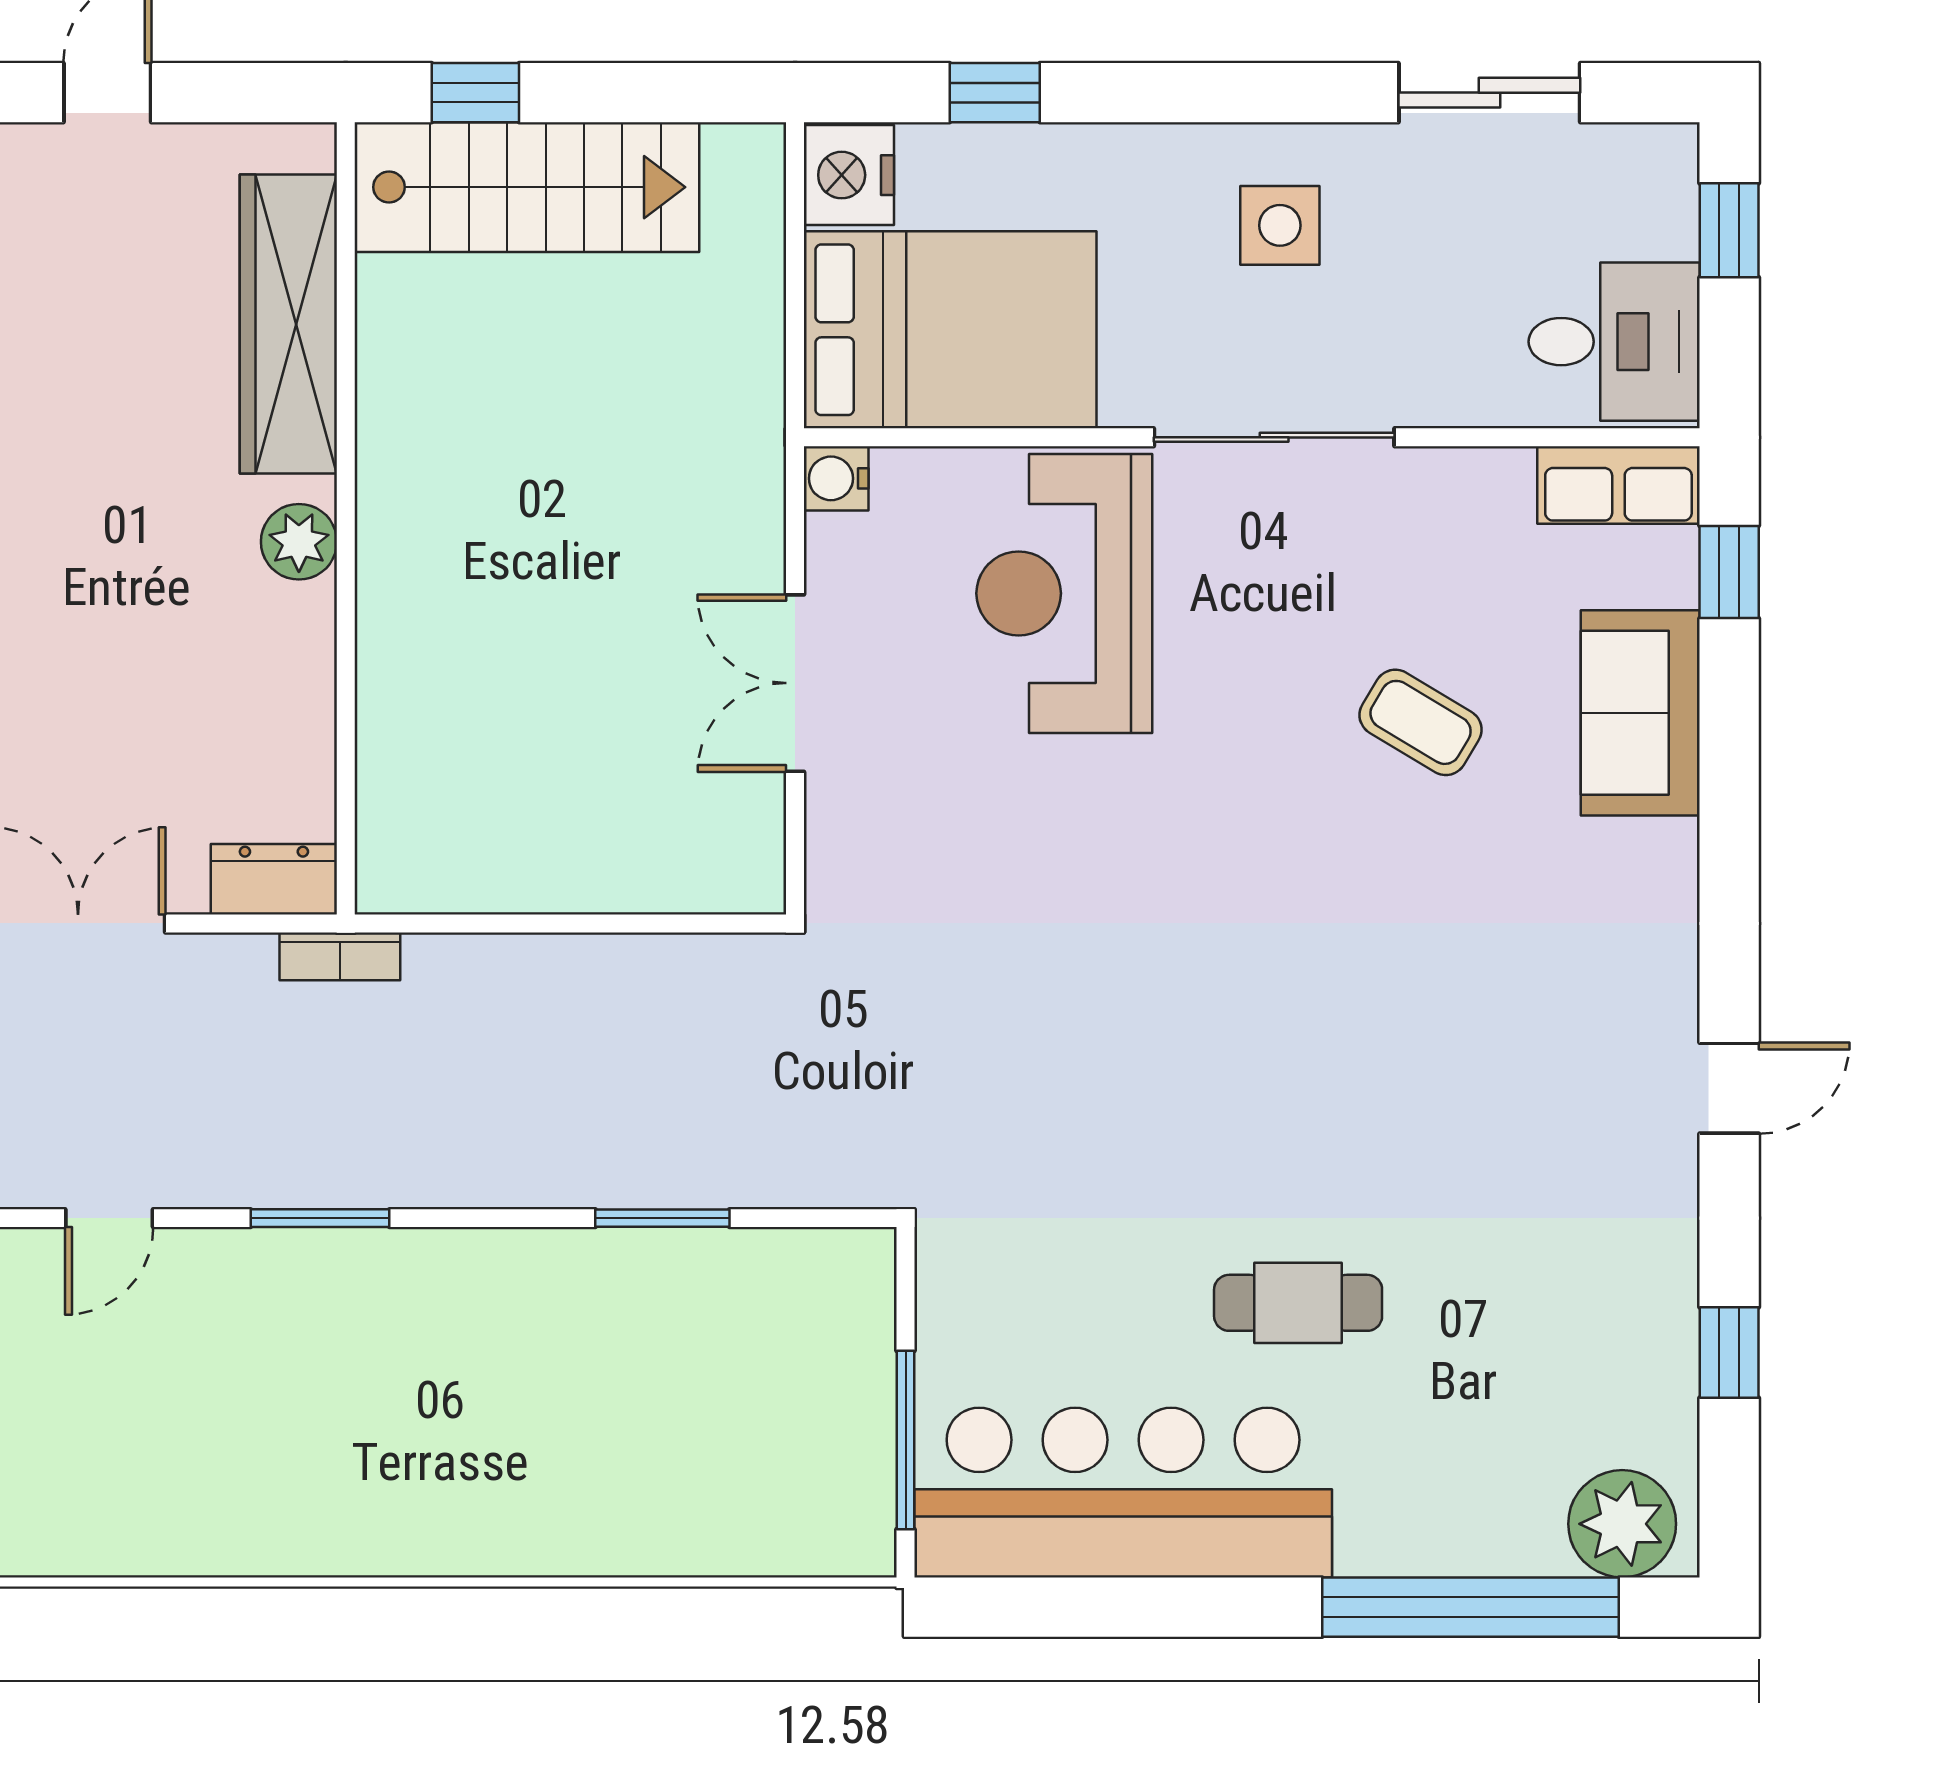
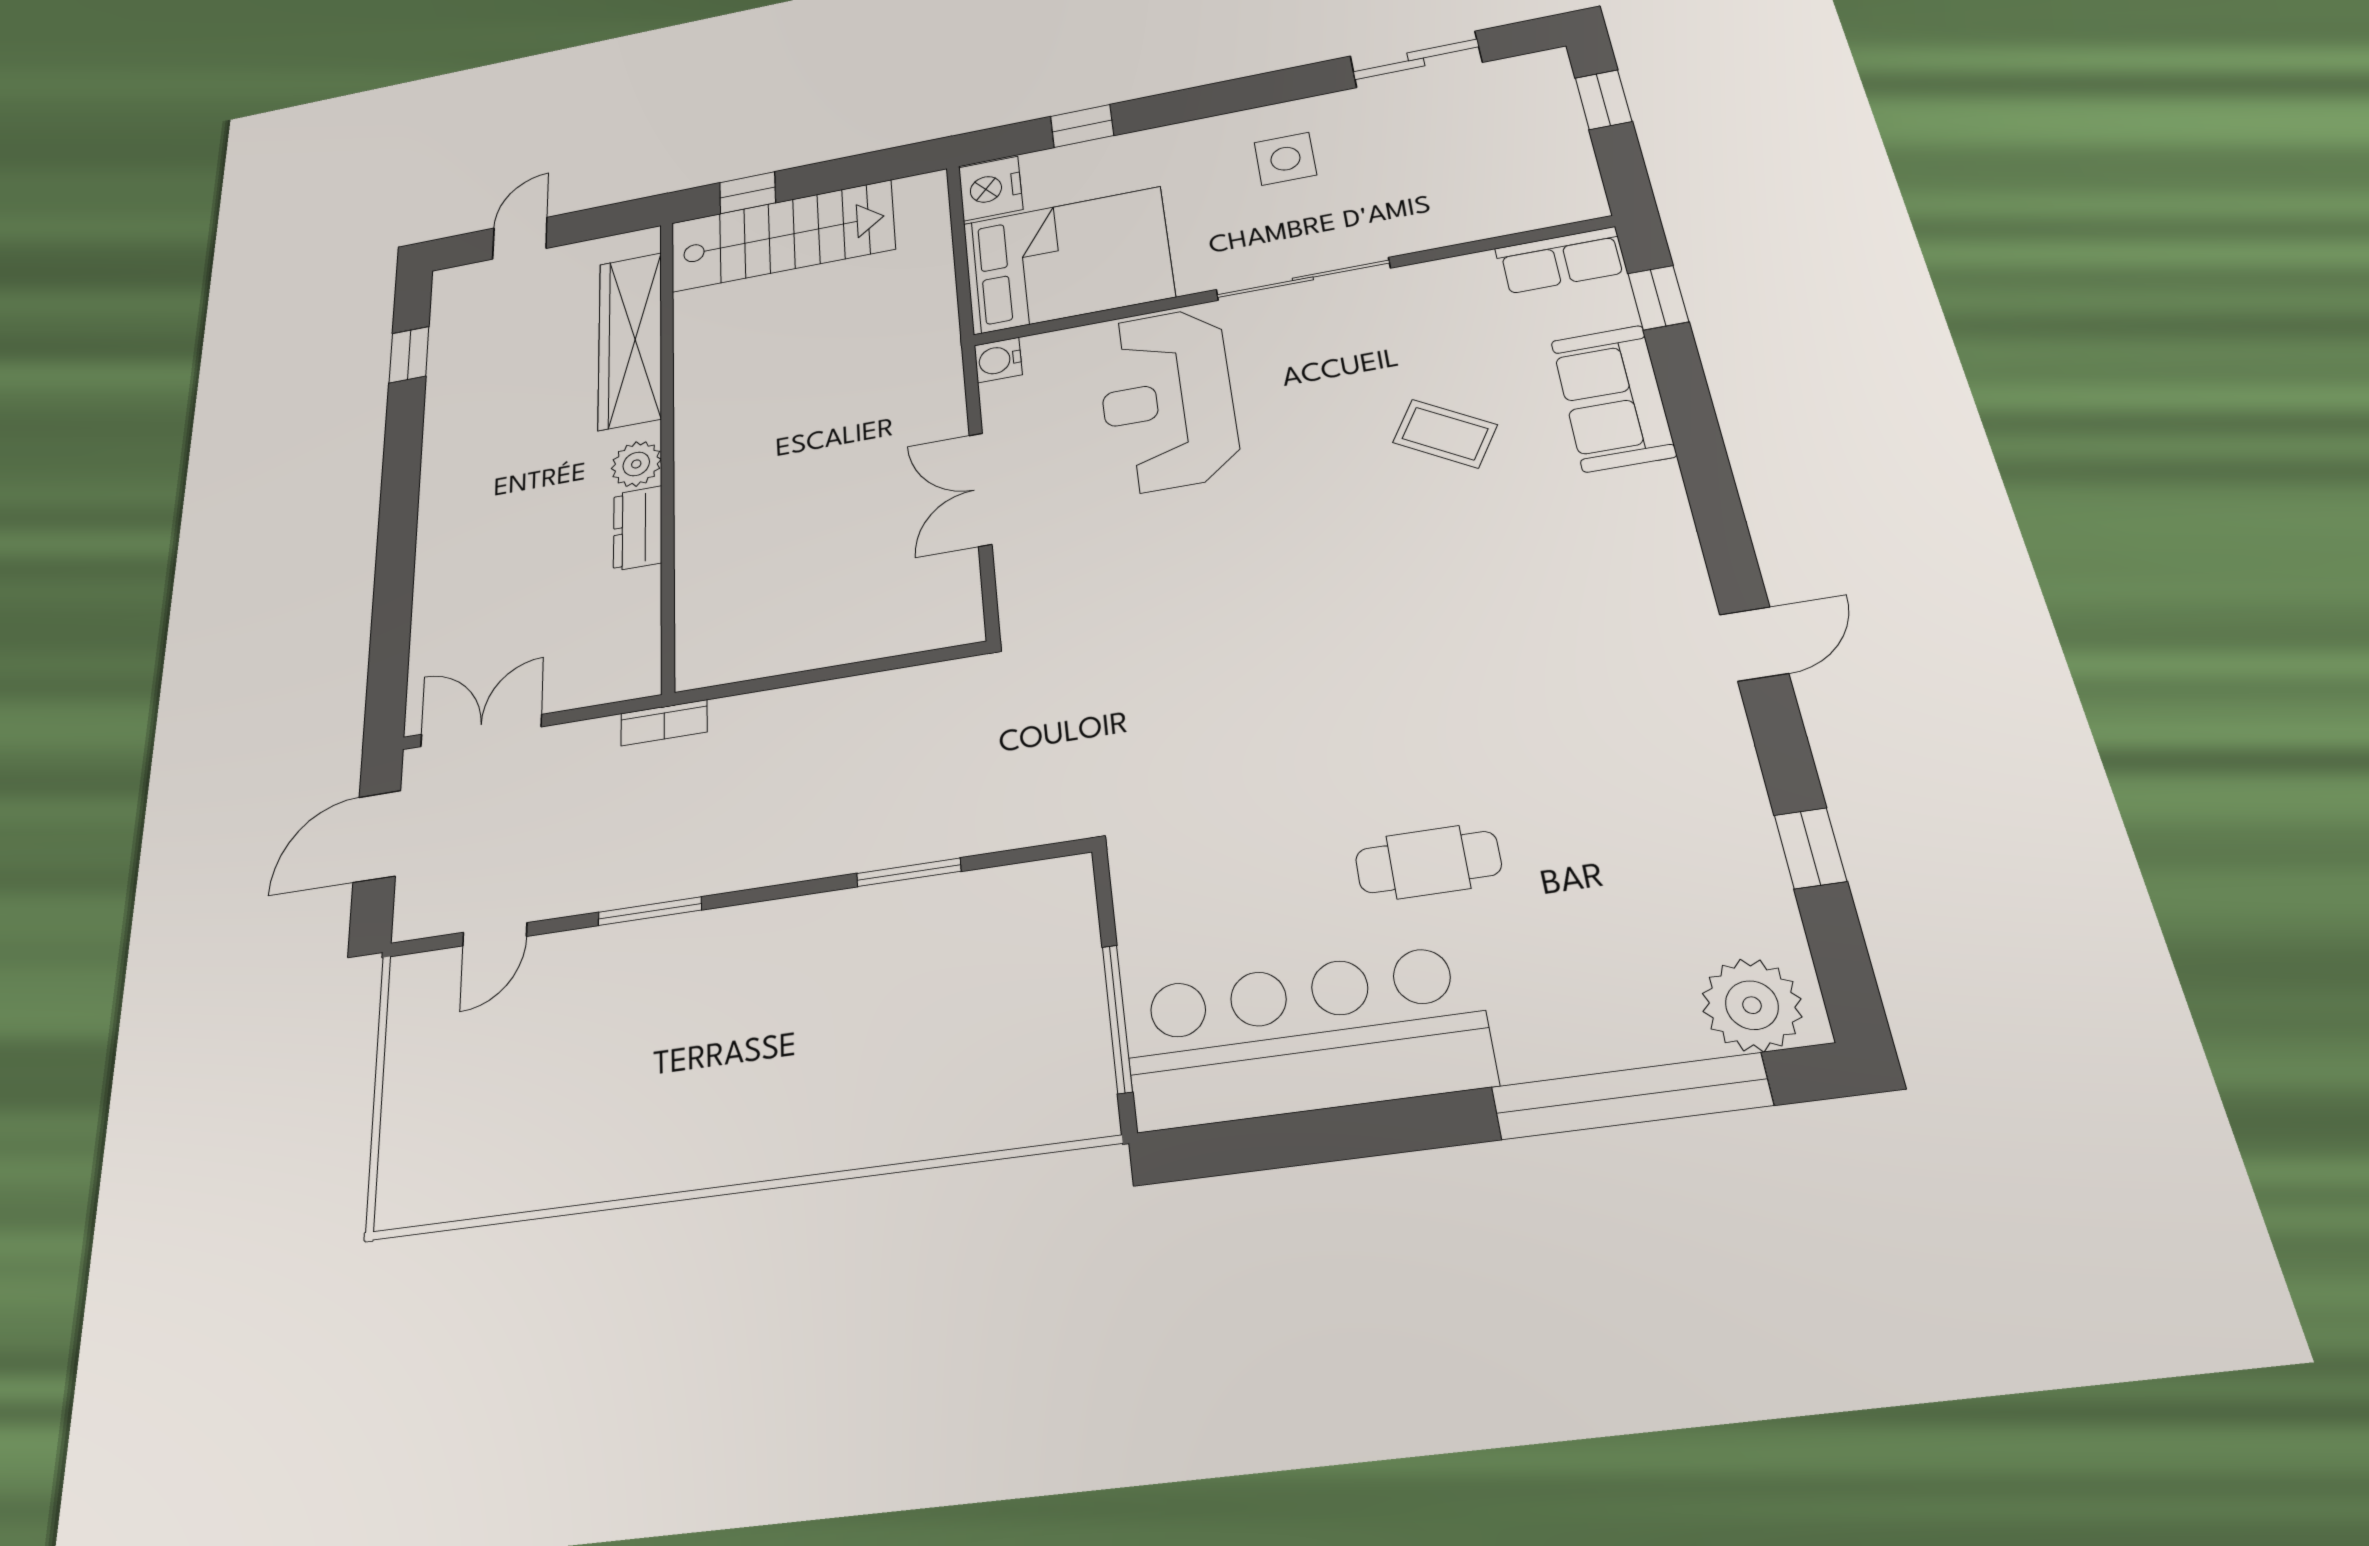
desk: (1614, 342) -> (1536, 178), removed
dresser: (274, 879) -> (638, 528), moved, turned -90

